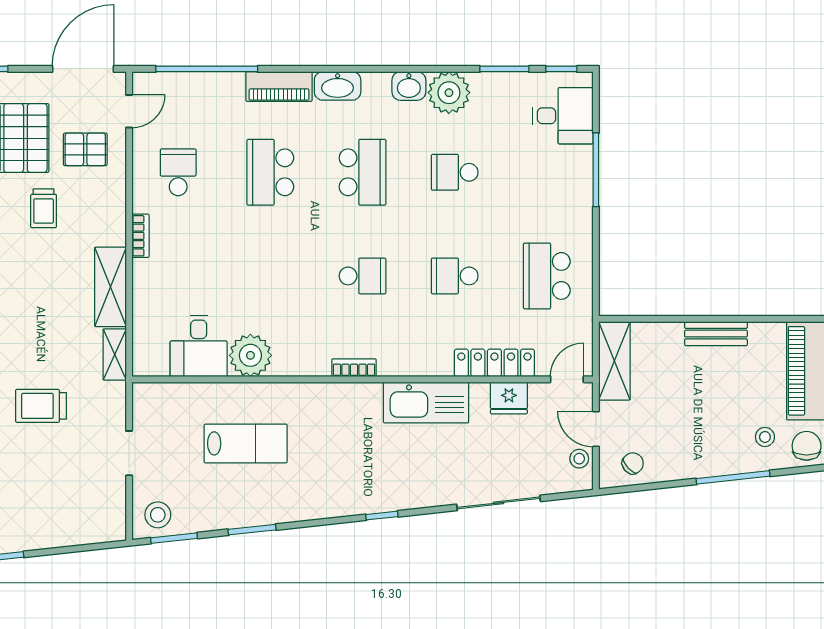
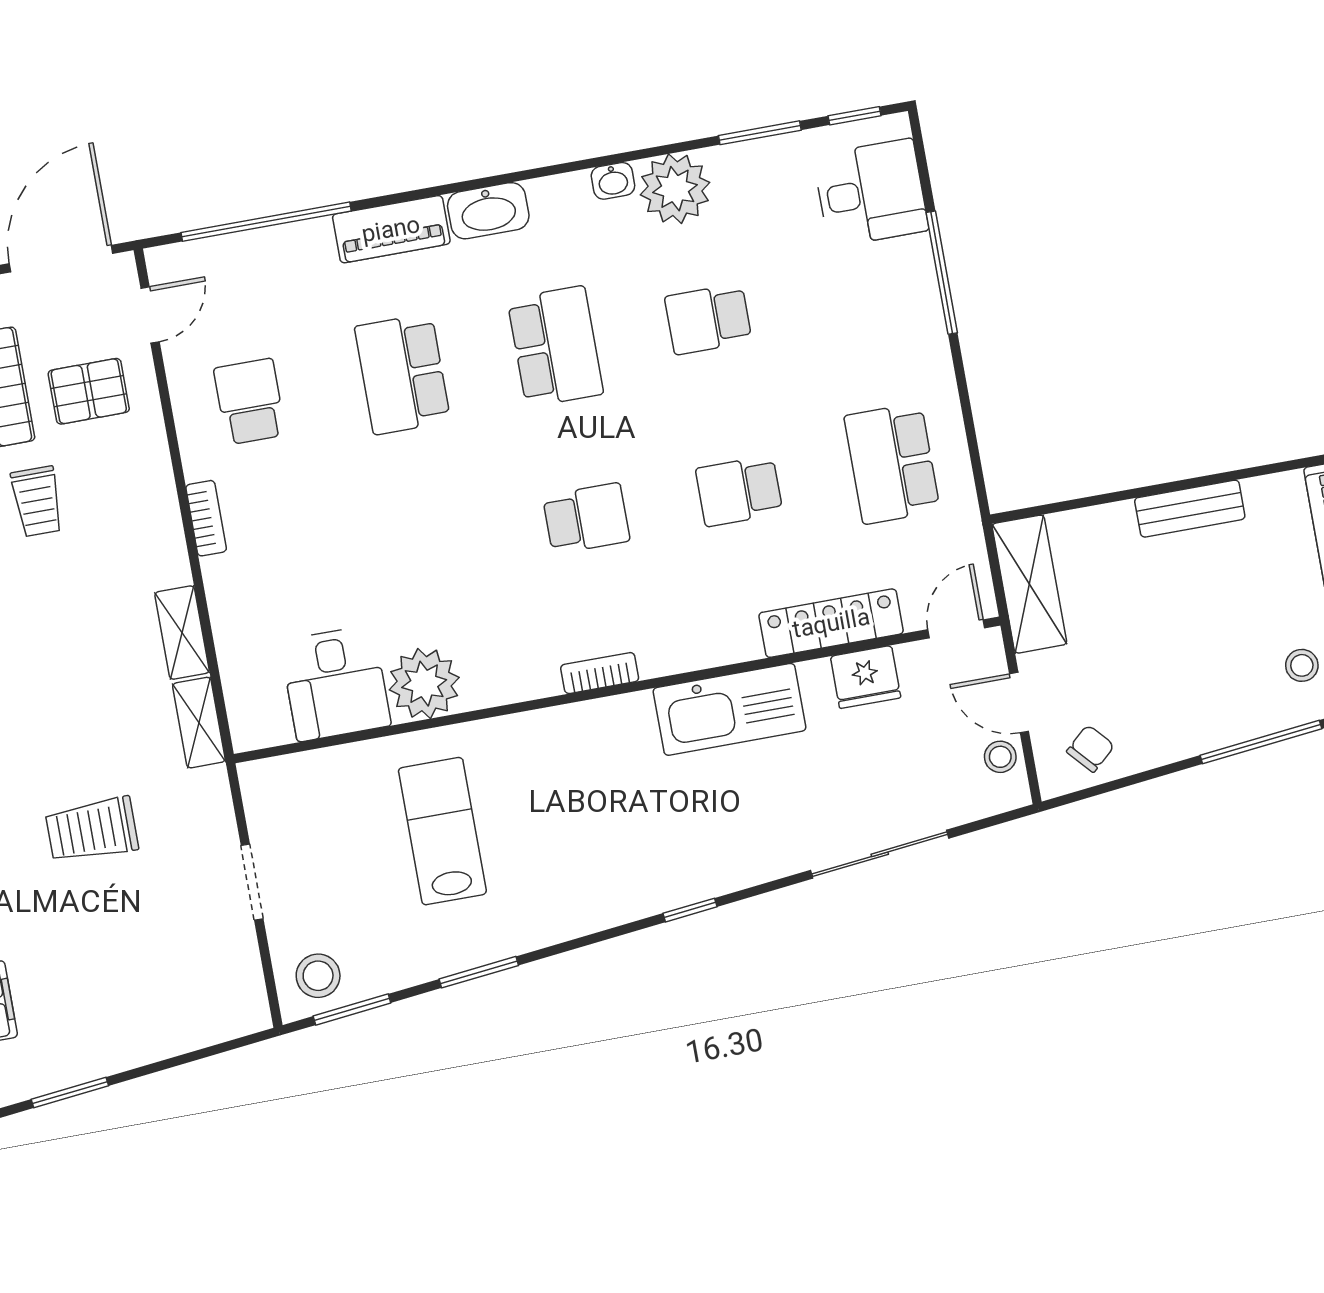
washbasin: (409, 86) -> (613, 181), width x0.72, depth x0.69
shelving: (110, 287) -> (182, 633), width x0.67, depth x0.75
lab bench: (246, 443) -> (442, 831), turned -90

